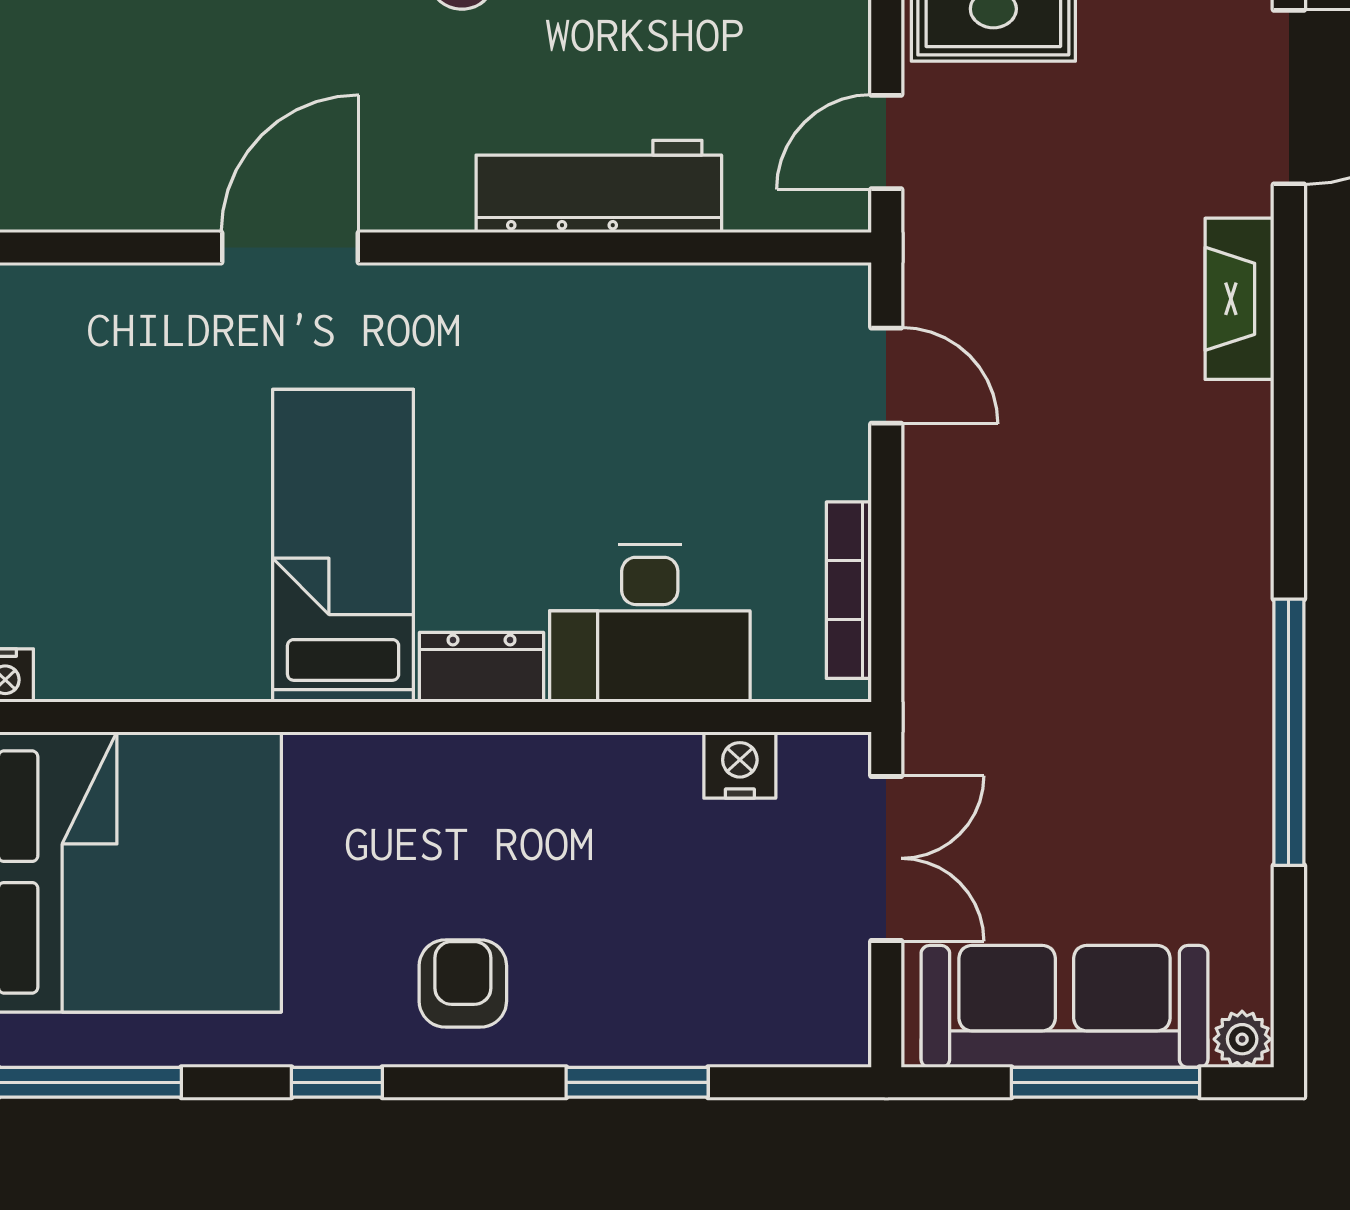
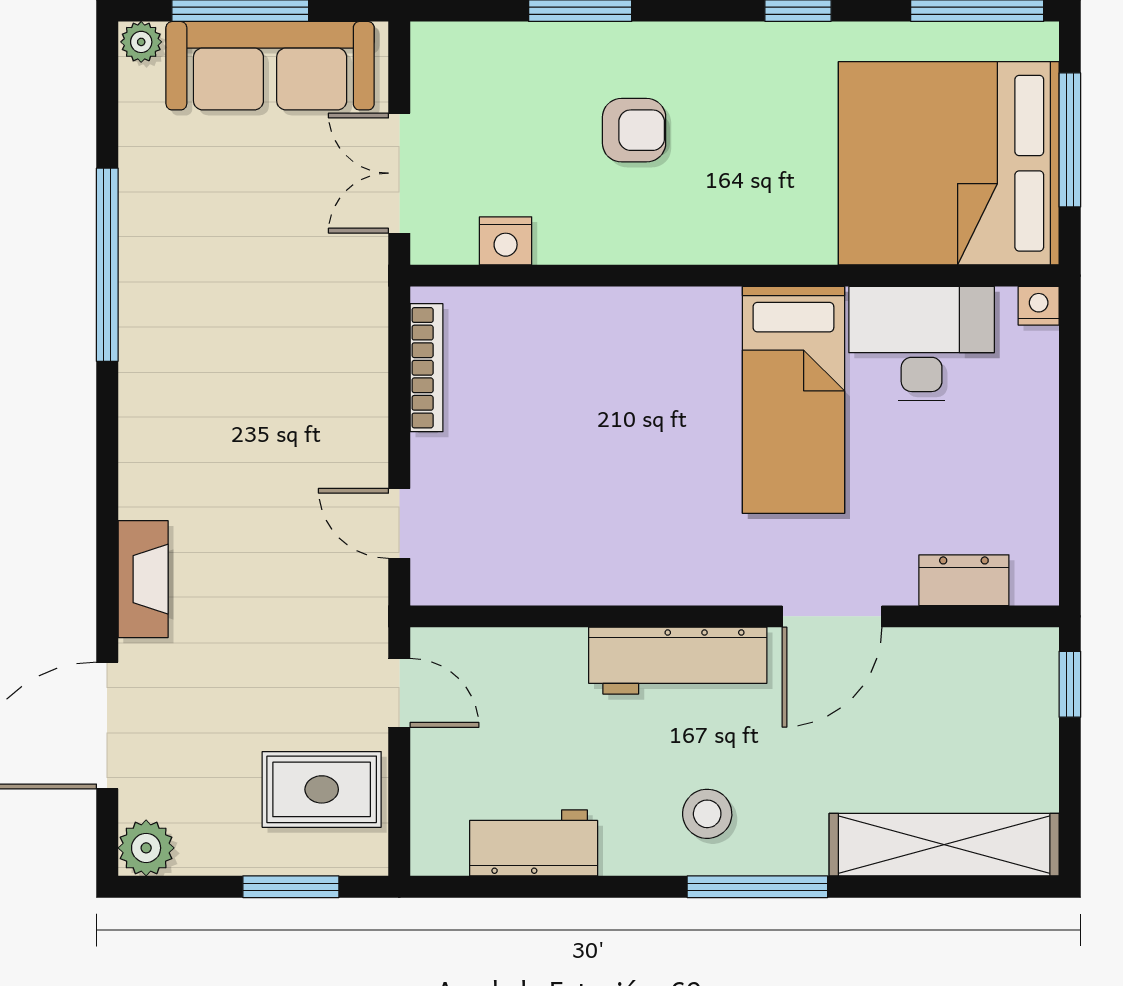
door: (886, 142) -> (399, 693), hinge flipped
workbench: (599, 186) -> (678, 661), moved
desk: (650, 623) -> (922, 344), moved
dresser: (482, 667) -> (964, 580), moved, turned 180
armchair: (463, 983) -> (634, 130), moved, turned -90

